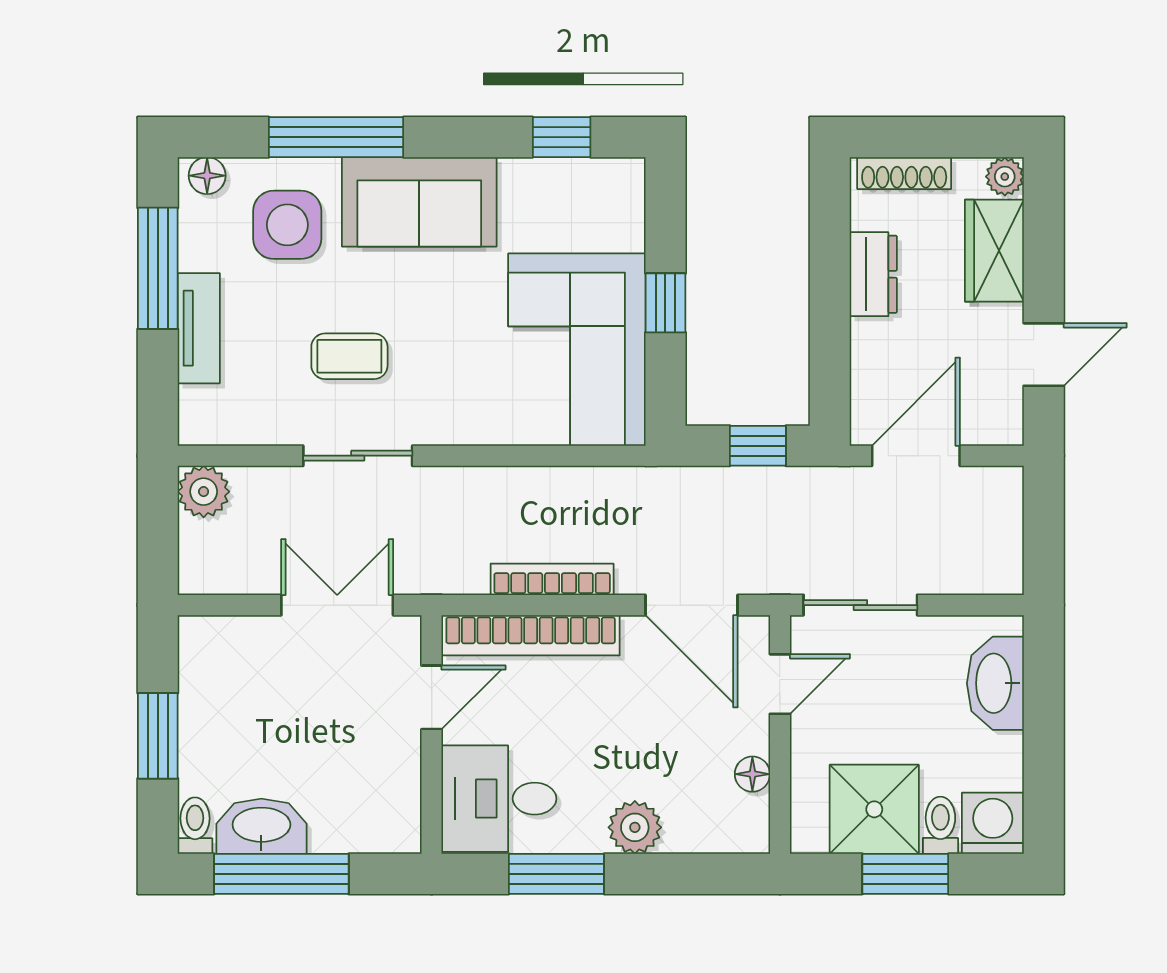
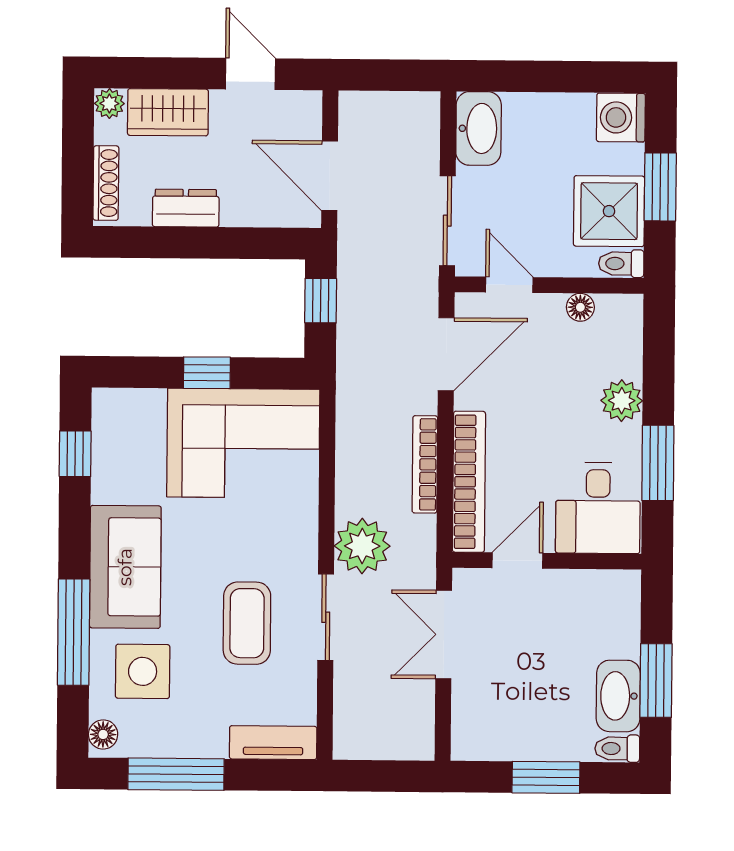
tv unit: (199, 328) -> (273, 743), moved
coffee table: (349, 356) -> (247, 623), width x1.36, depth x1.30
plant: (204, 492) -> (362, 546), moved, width x1.36, depth x1.36
washbasin: (995, 683) -> (479, 128), moved, turned -90
door: (432, 697) -> (517, 561), hinge flipped
toilet: (940, 825) -> (621, 264), moved
window: (281, 874) -> (656, 681), width x0.69

